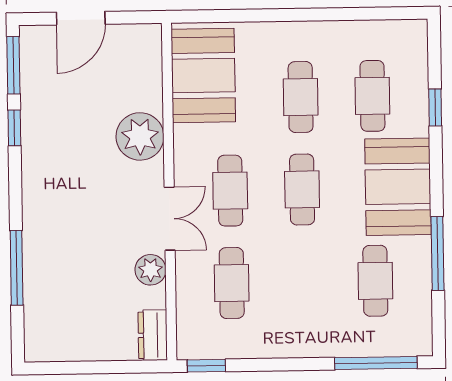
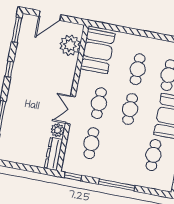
window: (14, 128) -> (9, 69), moved
plant: (140, 136) -> (70, 45), moved
double door: (170, 219) -> (70, 110), swing flipped
dresser: (153, 335) -> (54, 154), width x1.44
window: (376, 363) -> (117, 185), moved

